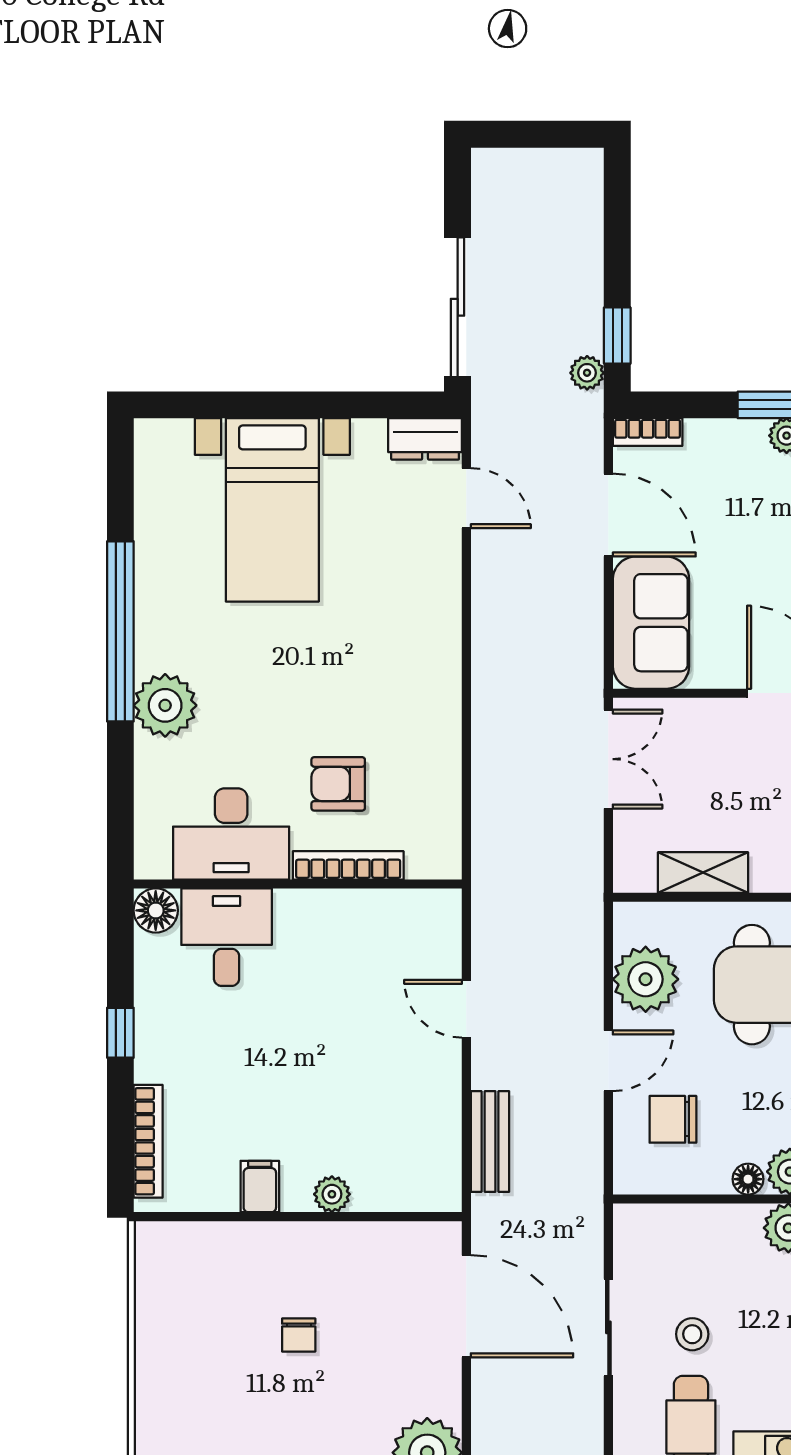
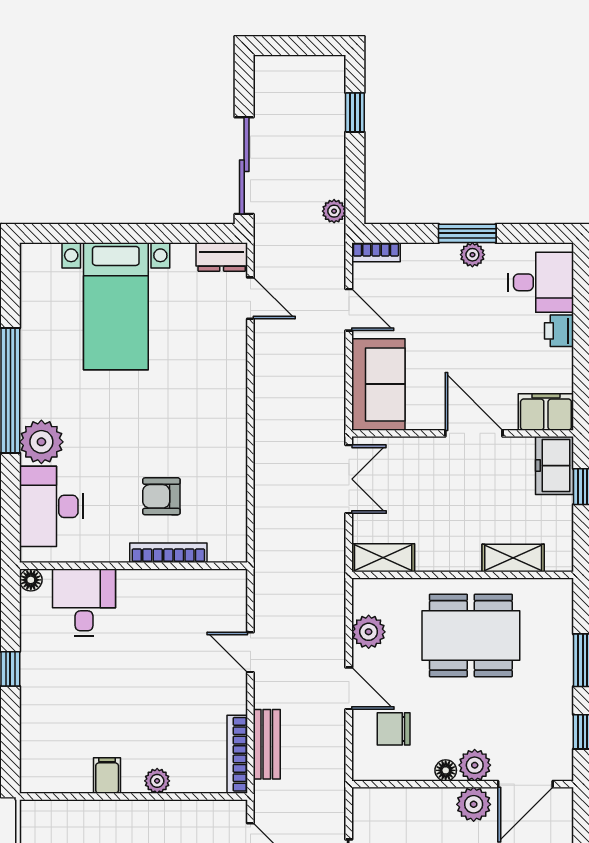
window: (617, 336) -> (355, 112), moved
door: (608, 515) -> (349, 310), width x0.73
desk: (231, 834) -> (51, 506), moved, turned 90
shelving: (703, 873) -> (383, 558), moved
floor lamp: (156, 910) -> (31, 580), width x0.73, depth x0.73
plant: (646, 979) -> (369, 632), width x0.73, depth x0.73
door: (608, 1061) -> (349, 688), hinge flipped
bookcase: (148, 1141) -> (237, 754), moved, turned 180

